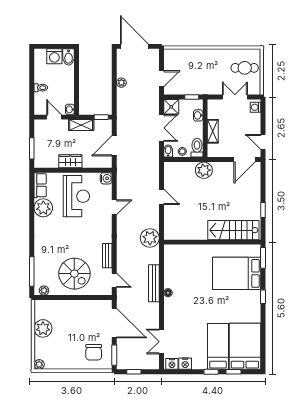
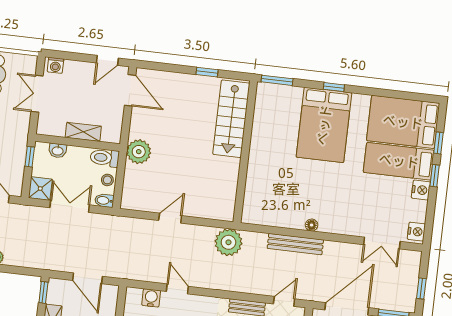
water cooler: (106, 178) -> (151, 298), moved
bed: (237, 273) -> (324, 125), moved
nightstand: (185, 364) -> (421, 190), moved

